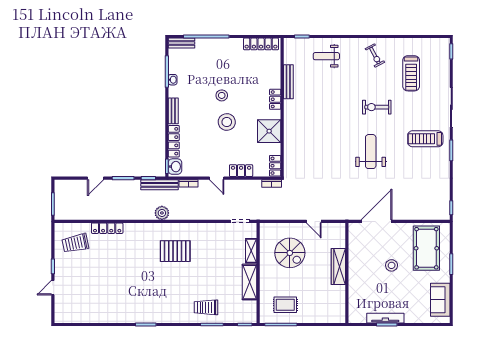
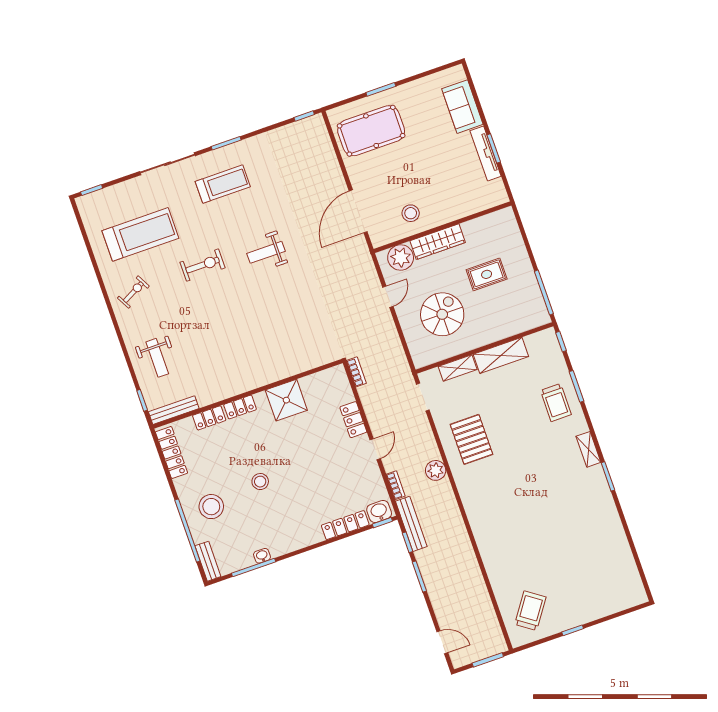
treadmill: (411, 73) -> (140, 234), width x1.37, depth x1.38
bench: (288, 82) -> (174, 410), moved
exercise bike: (377, 107) -> (203, 265), turned -90
bench: (173, 111) -> (304, 540), removed
stool: (227, 122) -> (211, 507), moved
treadmill: (425, 139) -> (223, 184), turned -90
weight bench: (371, 152) -> (266, 252), width x0.73, depth x0.75
locker: (275, 166) -> (209, 418), moved
door: (95, 178) -> (442, 642), moved
plant: (162, 213) -> (436, 470), moved
door: (376, 221) -> (358, 211), hinge flipped
locker: (107, 228) -> (495, 574), removed
plant: (337, 239) -> (401, 257), added
trolley: (75, 243) -> (530, 611), turned -133
pallet: (175, 251) -> (471, 439), moved
stool: (392, 265) -> (411, 213), moved
door: (53, 288) -> (602, 620), removed
sofa: (440, 300) -> (462, 107), moved, turned 90
rug: (285, 305) -> (487, 274), moved, turned 90
shelving: (168, 318) -> (588, 449), added

